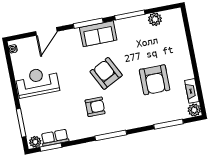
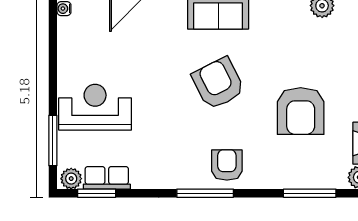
reception desk: (37, 82) -> (95, 107), moved
armchair: (95, 107) -> (227, 165), moved, turned -90

